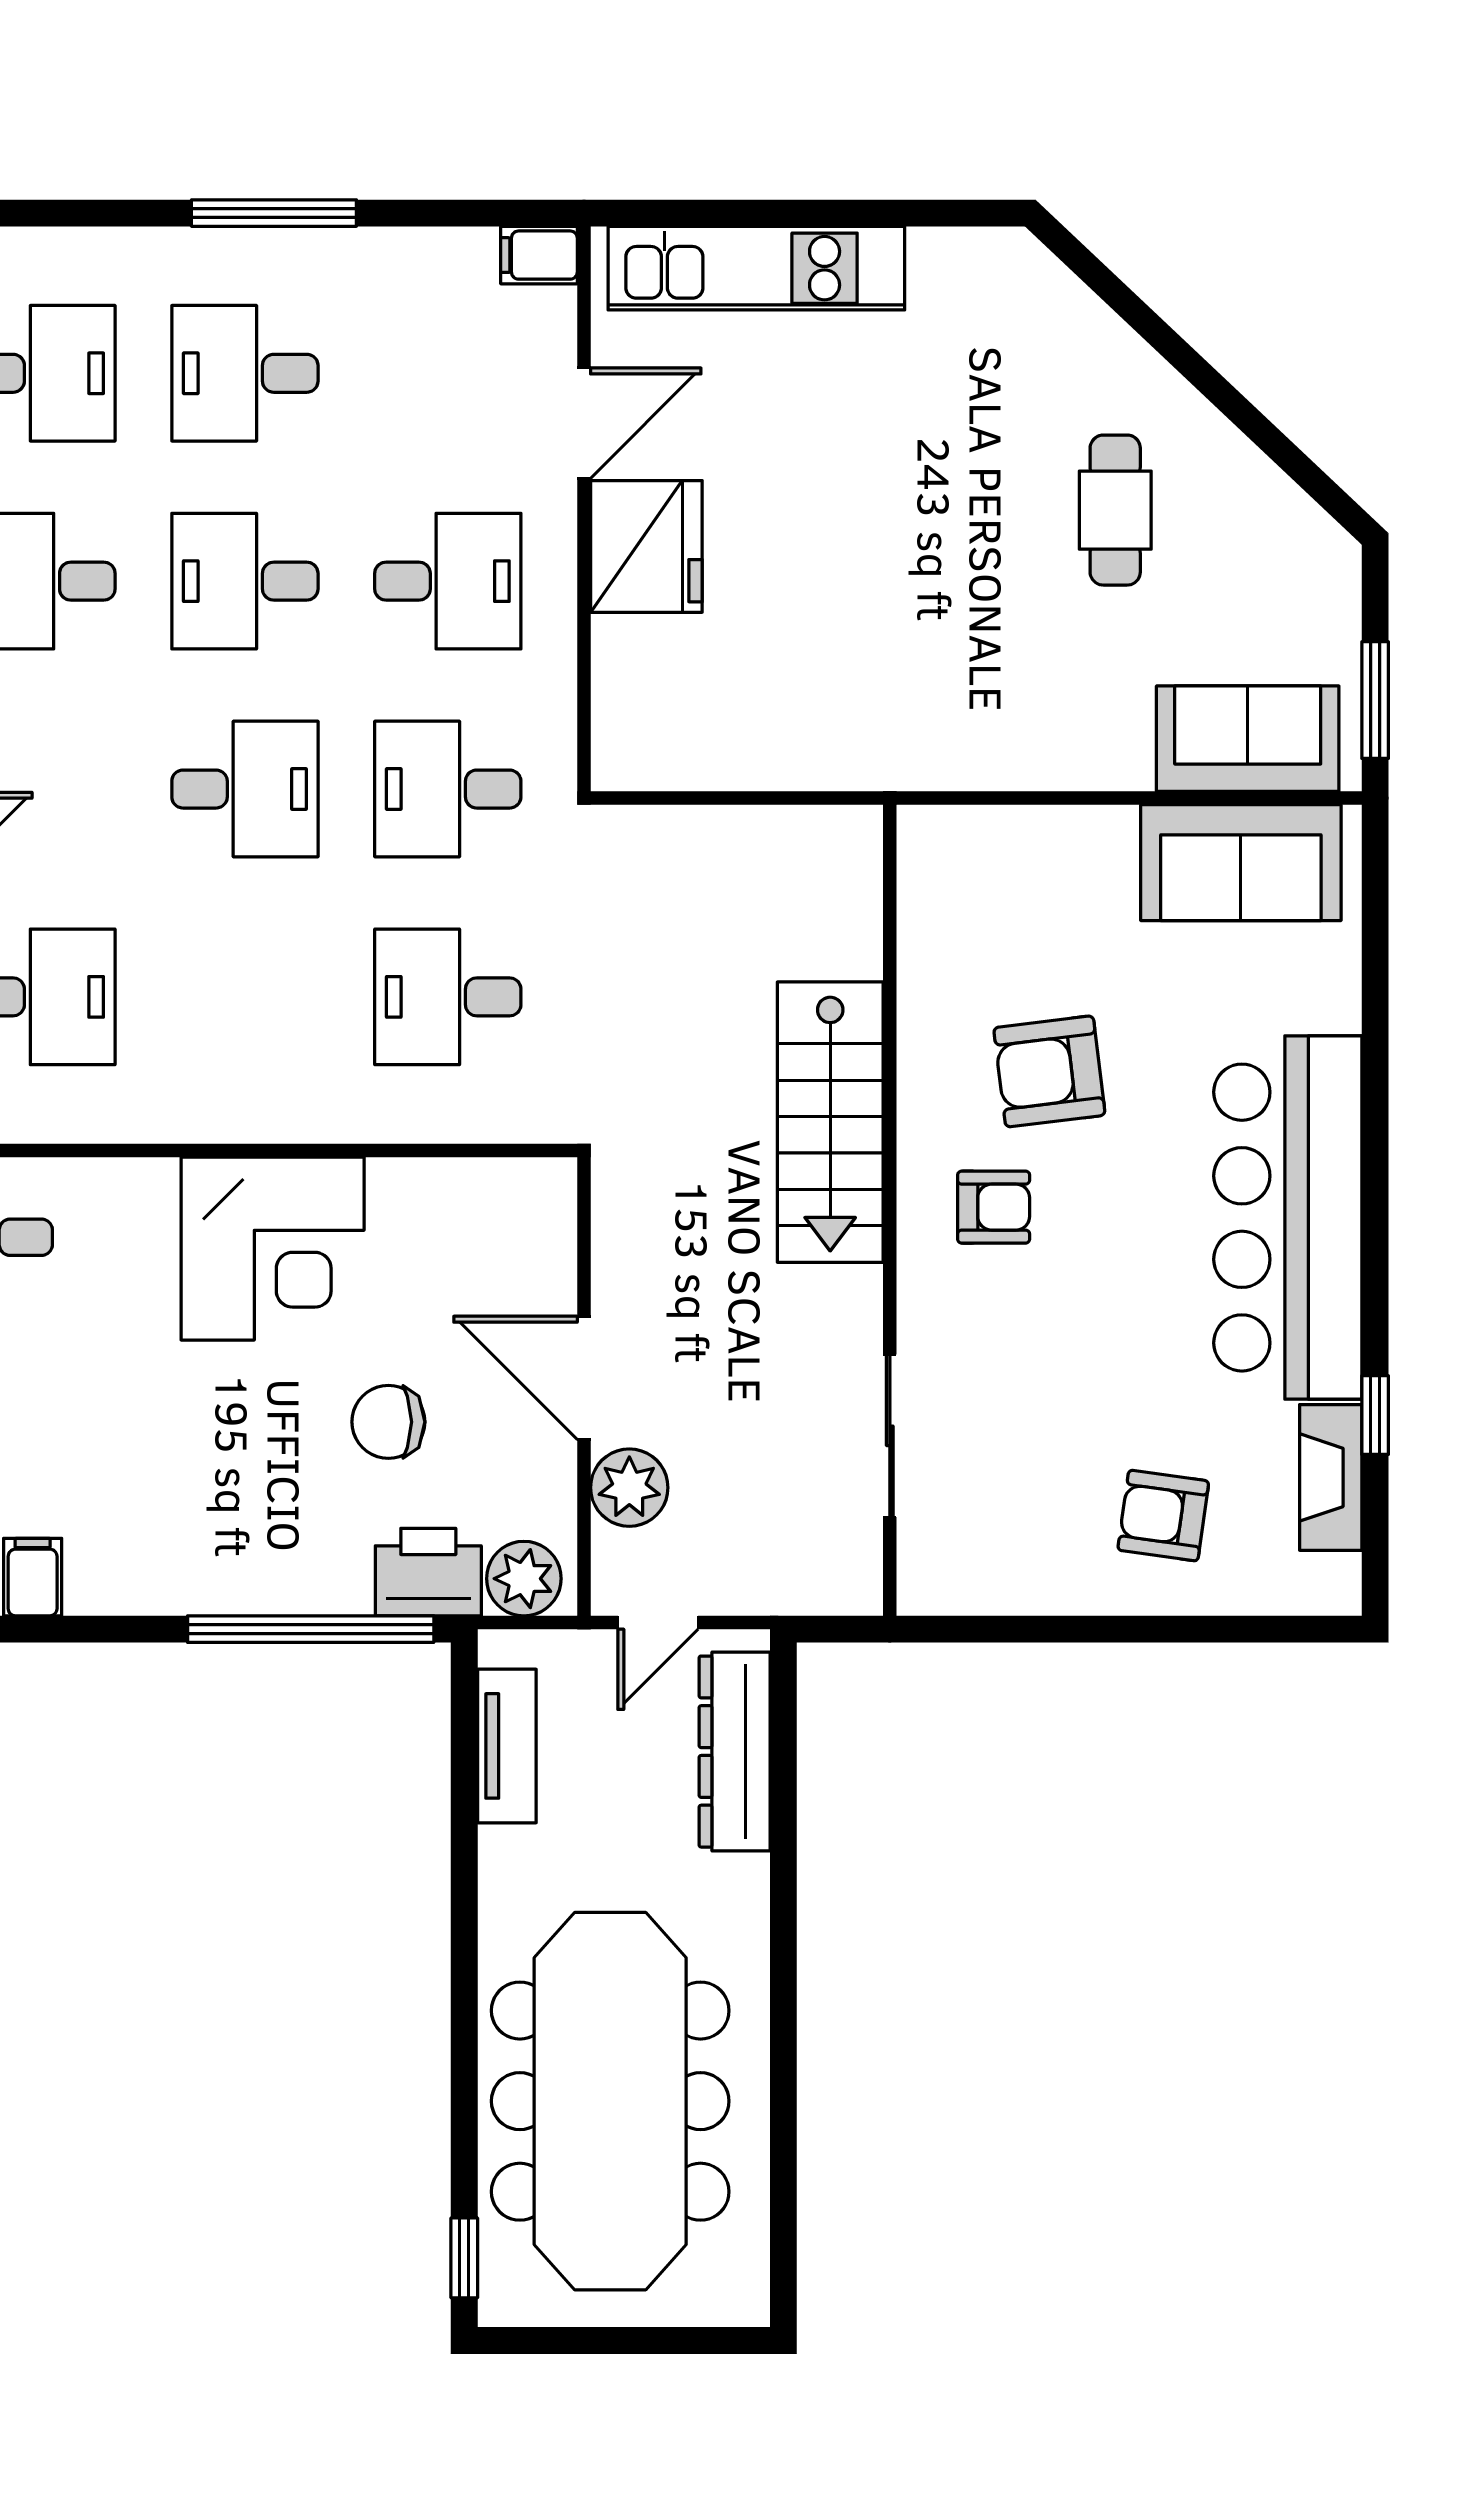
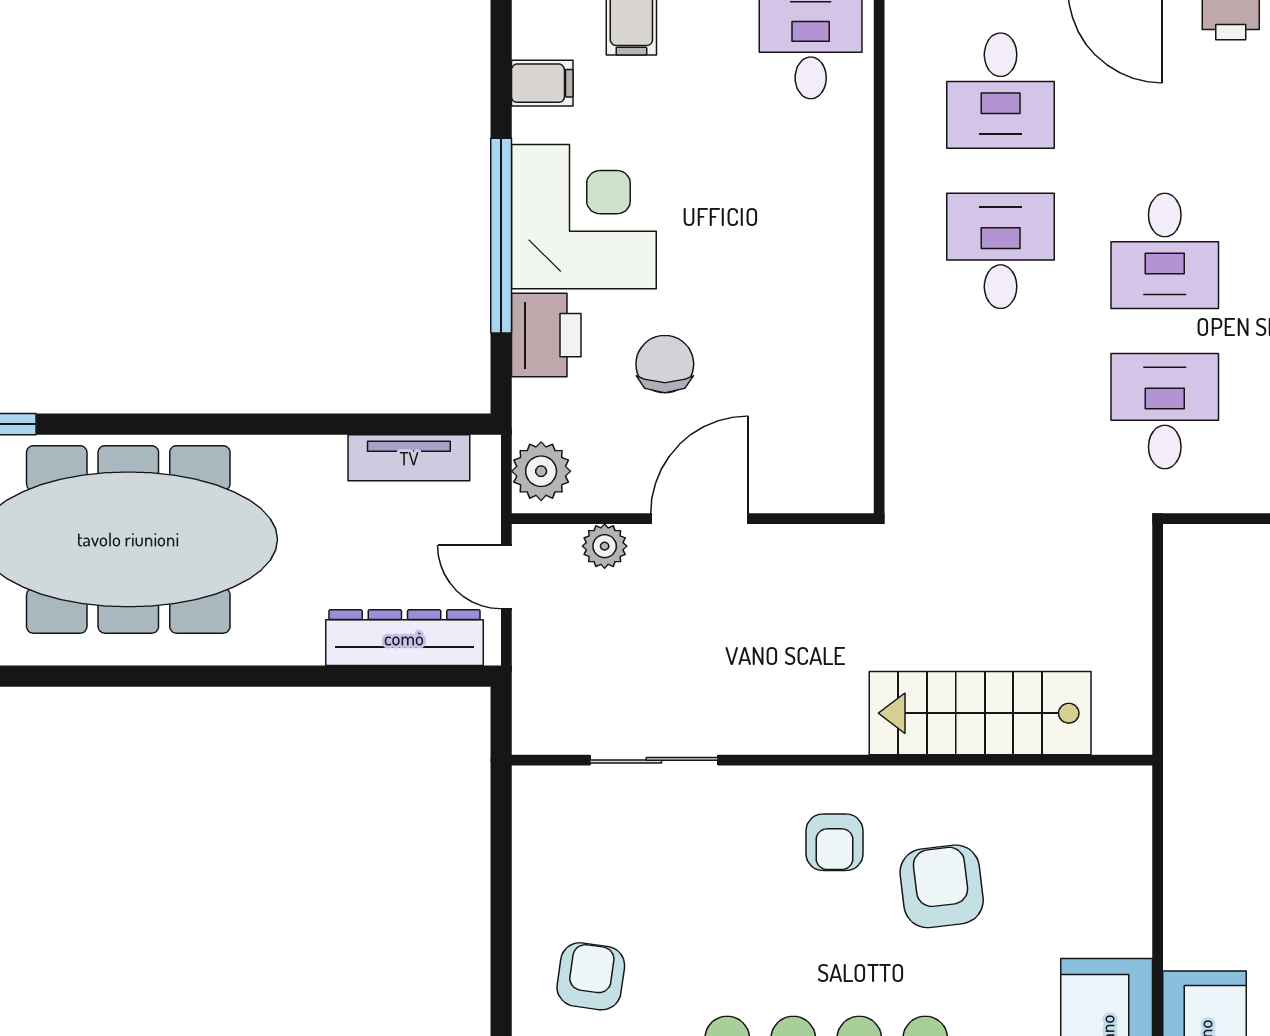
desk: (448, 997) -> (1001, 251), moved
stairs: (830, 1122) -> (980, 713), moved
corner desk: (273, 1249) -> (584, 217), moved, turned 180
plant: (629, 1488) -> (605, 546), width x0.73, depth x0.73
printer: (428, 1572) -> (546, 335), moved
window: (311, 1629) -> (501, 236), moved

